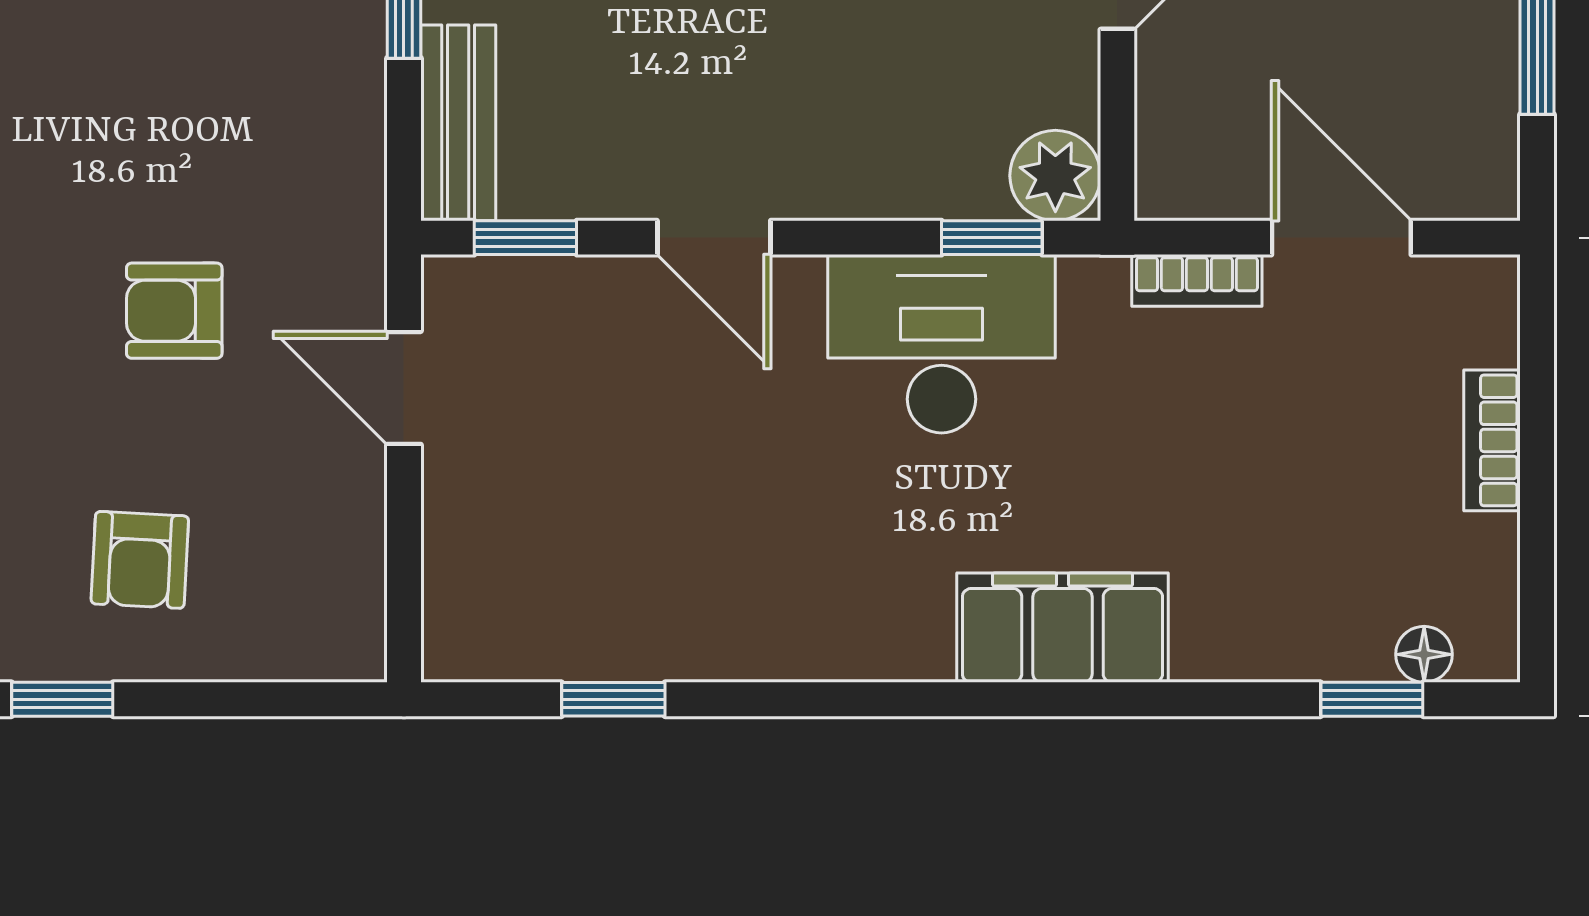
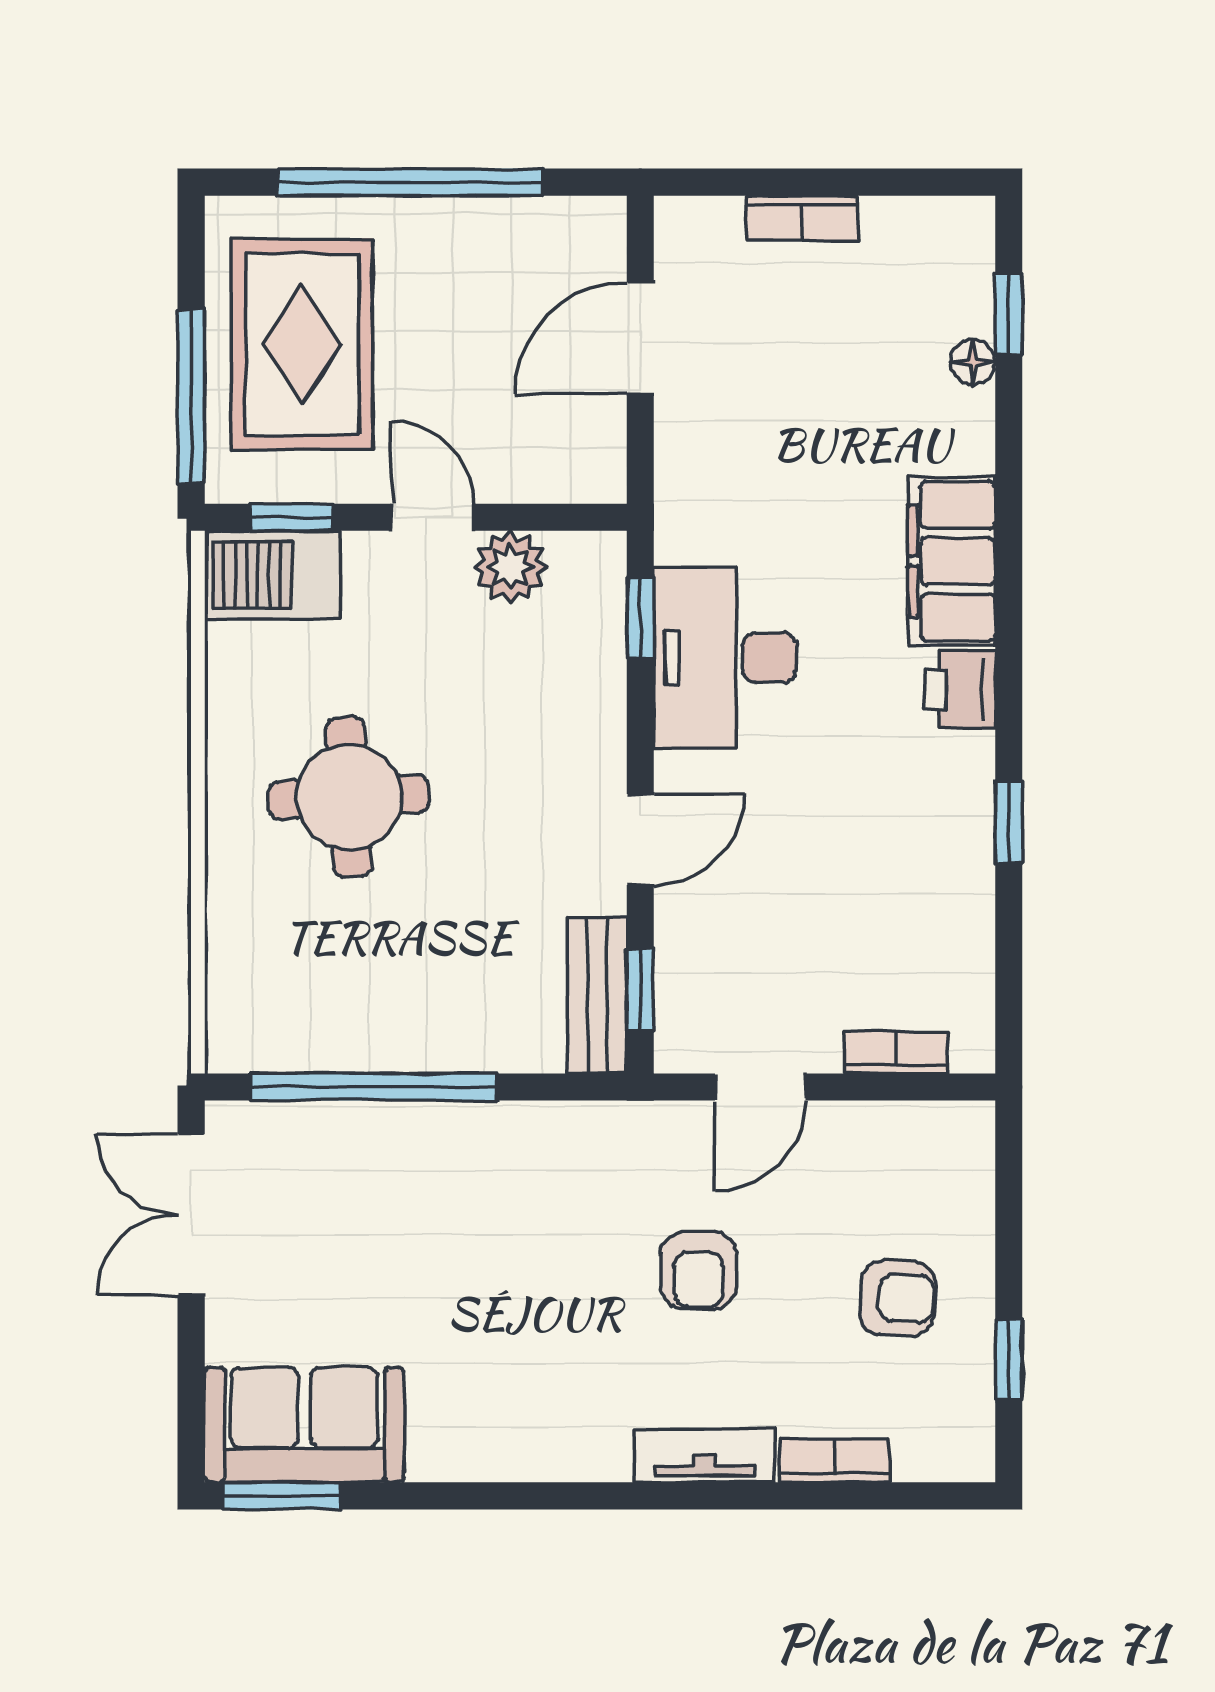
bench: (458, 123) -> (597, 995), moved, turned 90
plant: (1055, 176) -> (510, 567), moved
bookcase: (1197, 280) -> (896, 1053), moved, turned -90
printer: (902, 638) -> (960, 690), added
floor lamp: (1424, 654) -> (973, 362), moved
window: (613, 699) -> (1009, 822), moved

